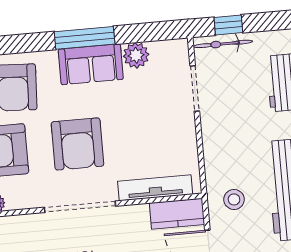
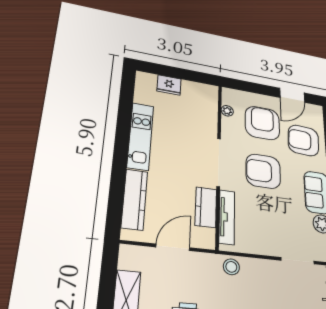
stool: (234, 199) -> (231, 267), moved
kitchen counter: (177, 214) -> (206, 207), moved

